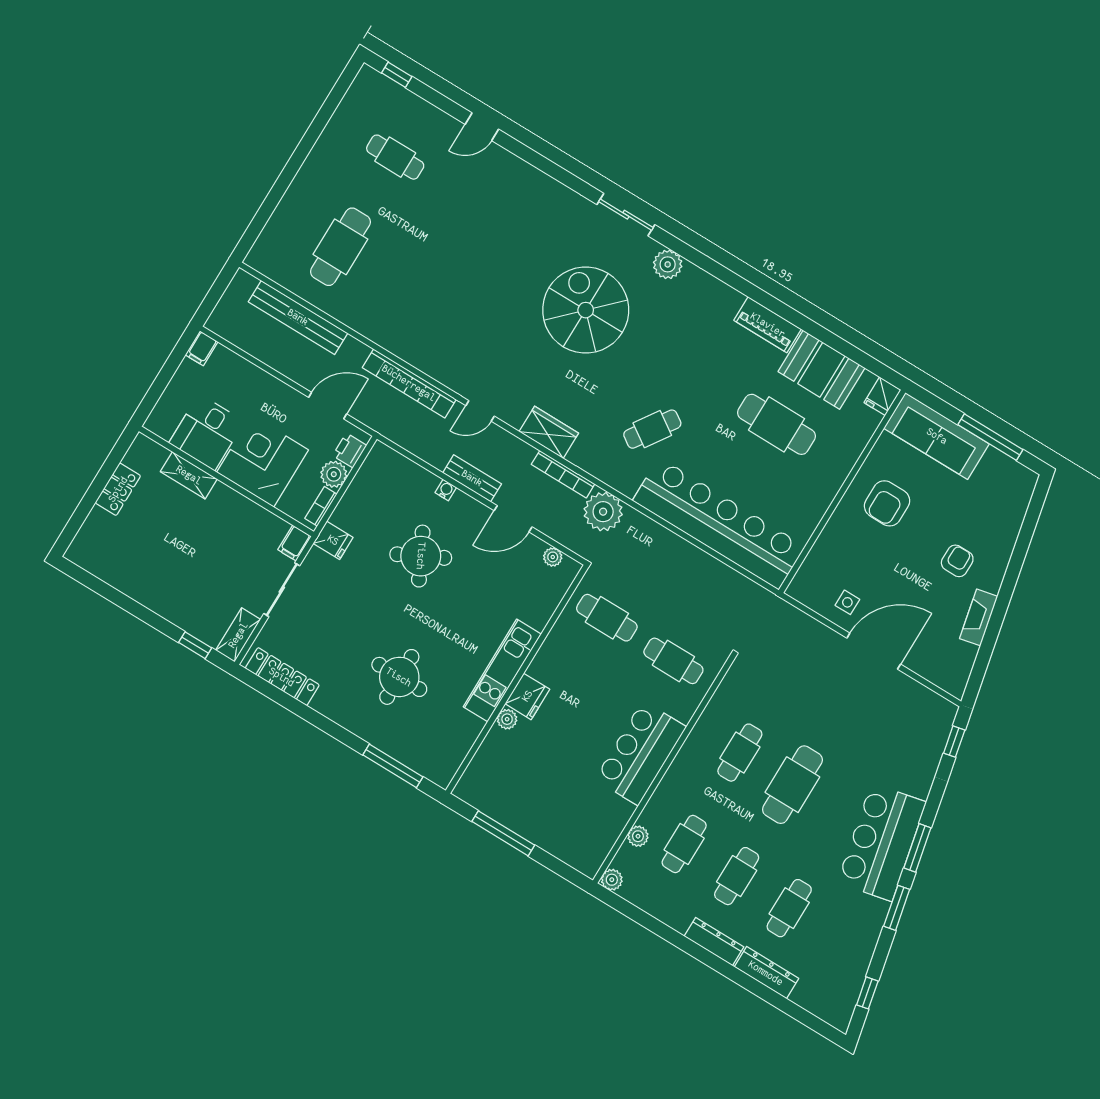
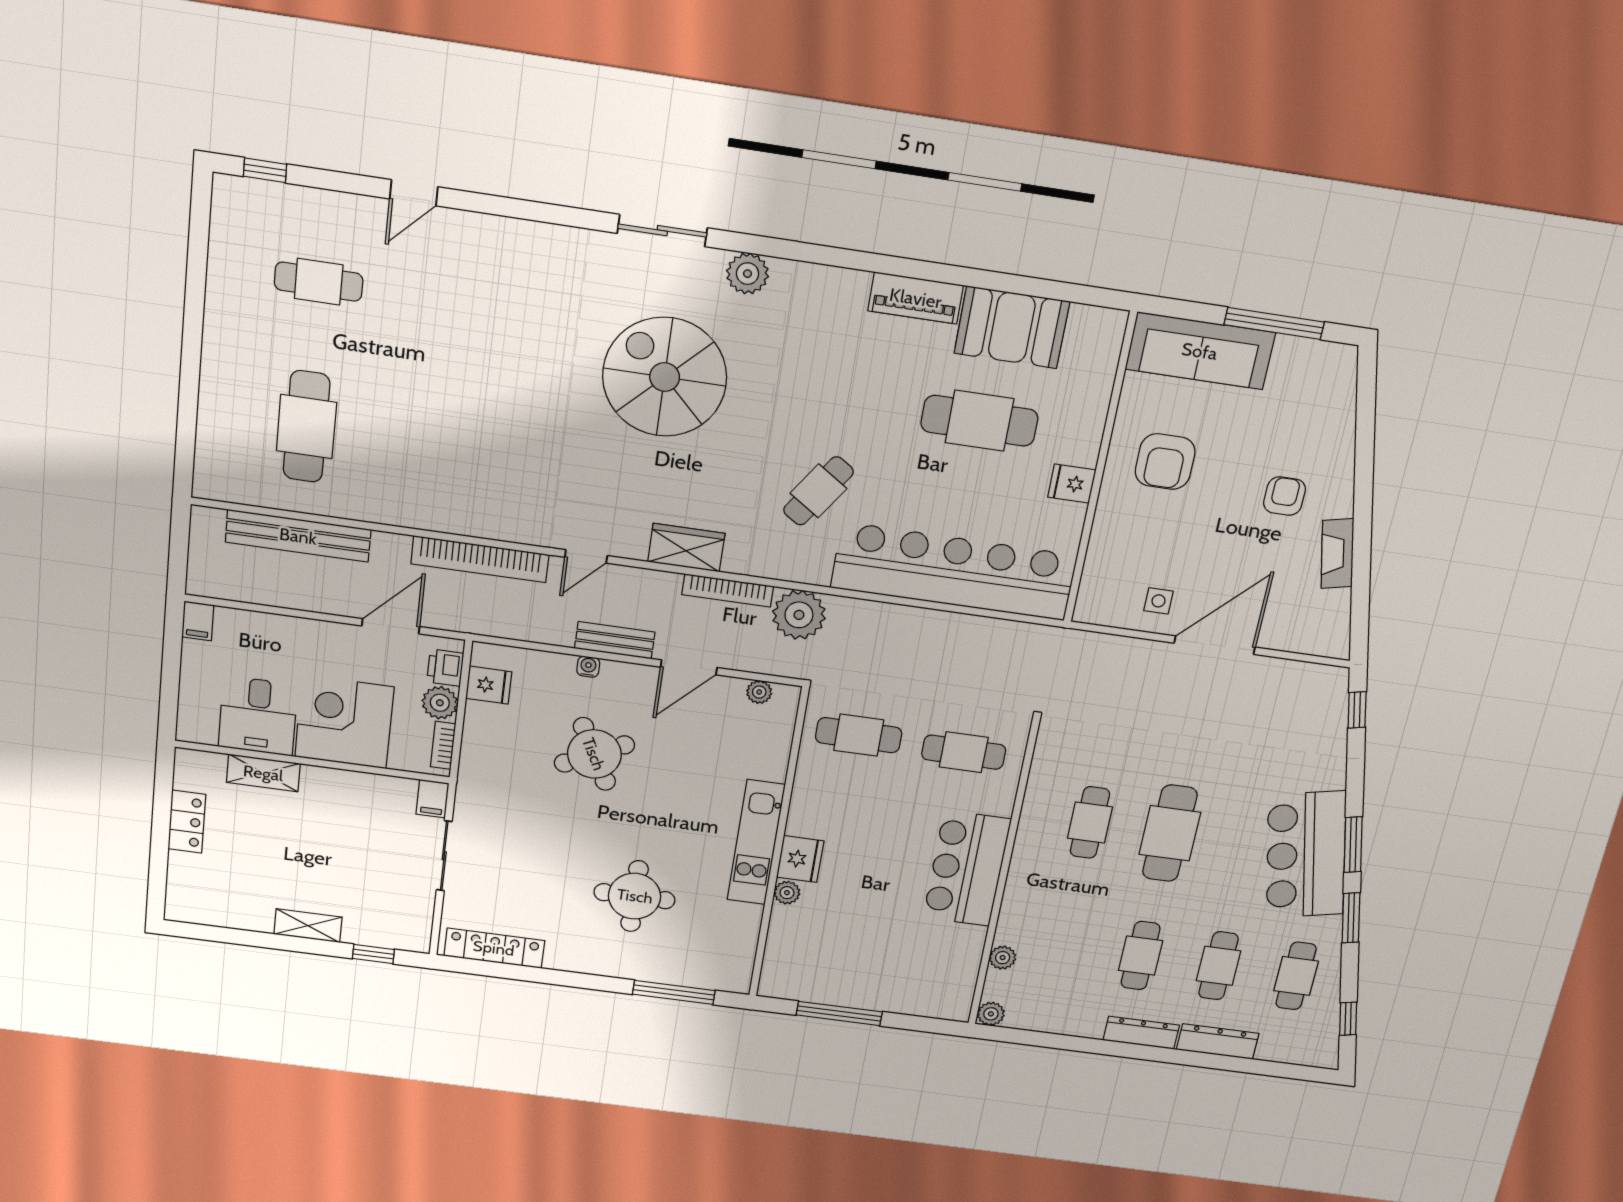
fridge: (882, 396) -> (1072, 484), moved, turned 90
fridge: (333, 540) -> (489, 685), moved
shelving: (238, 635) -> (308, 926), moved, turned 90
cafe table: (684, 844) -> (1296, 976), moved

